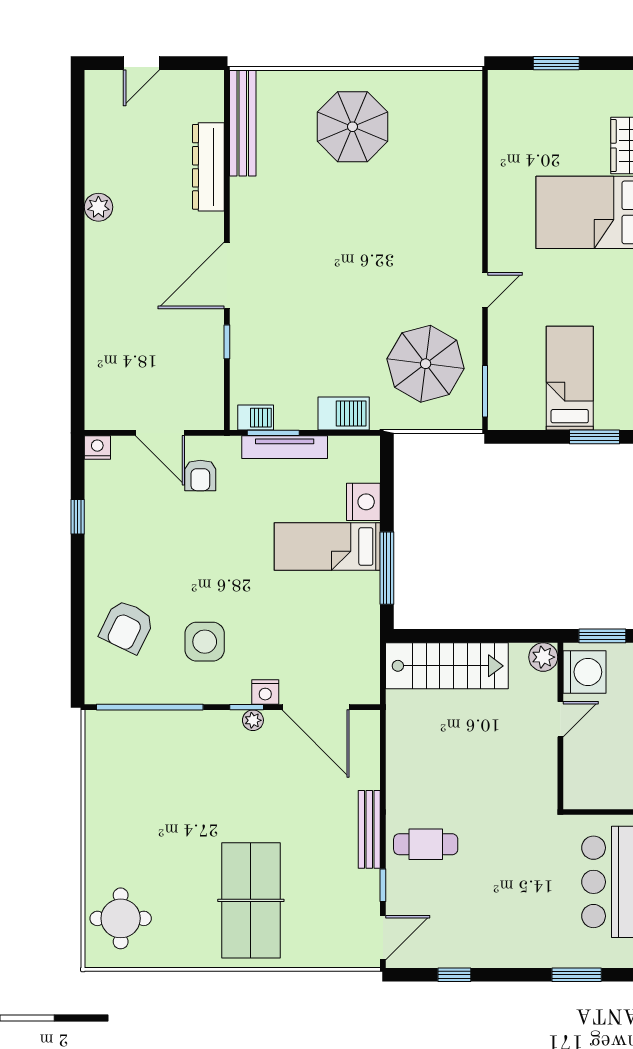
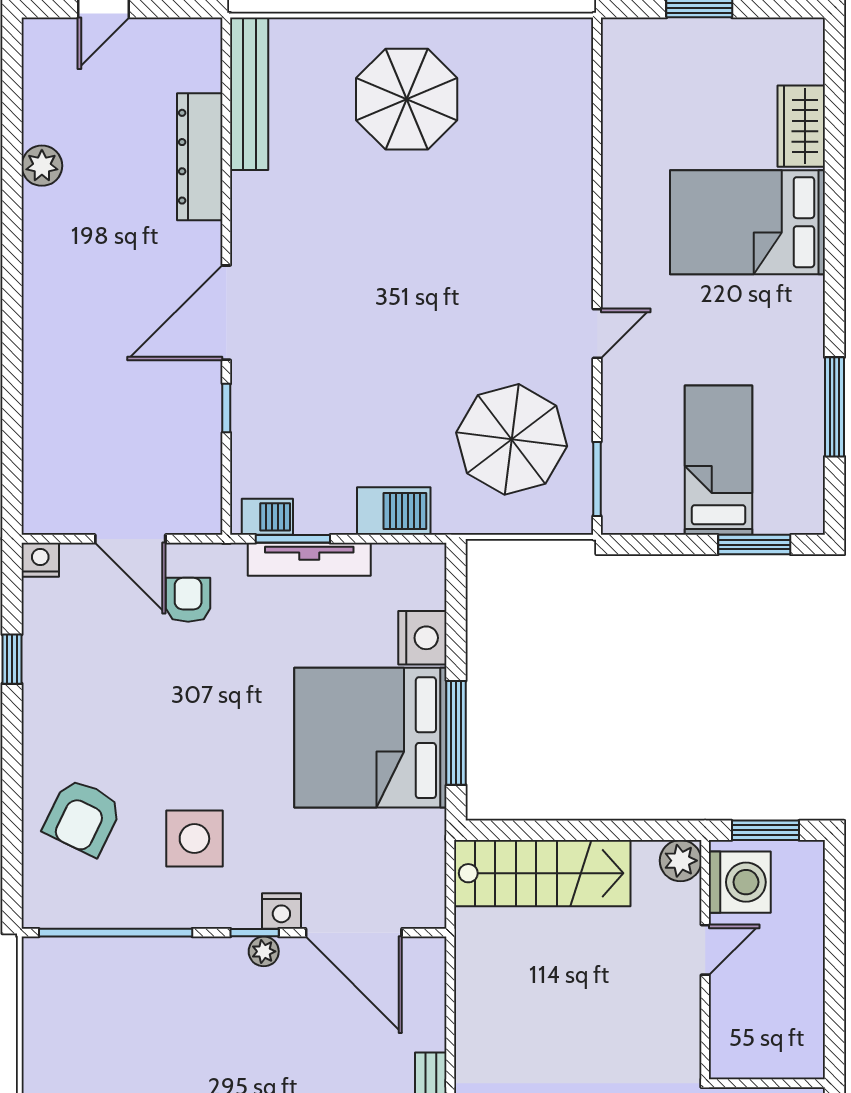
plant: (98, 207) -> (42, 166), moved
armchair: (200, 475) -> (188, 600), turned 180
bed: (327, 546) -> (370, 738), width x2.04

